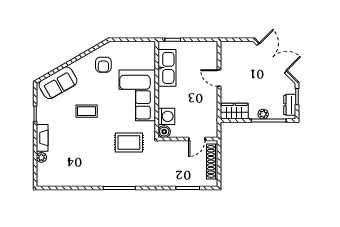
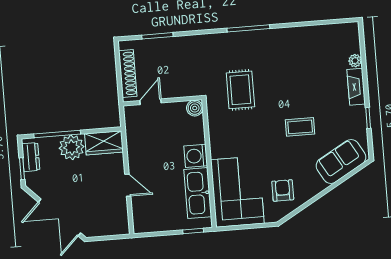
corner sofa: (137, 95) -> (237, 192), moved
plant: (263, 114) -> (72, 147), width x1.87, depth x1.87
washing machine: (166, 116) -> (196, 156), moved
rug: (129, 142) -> (240, 90), turned 90

